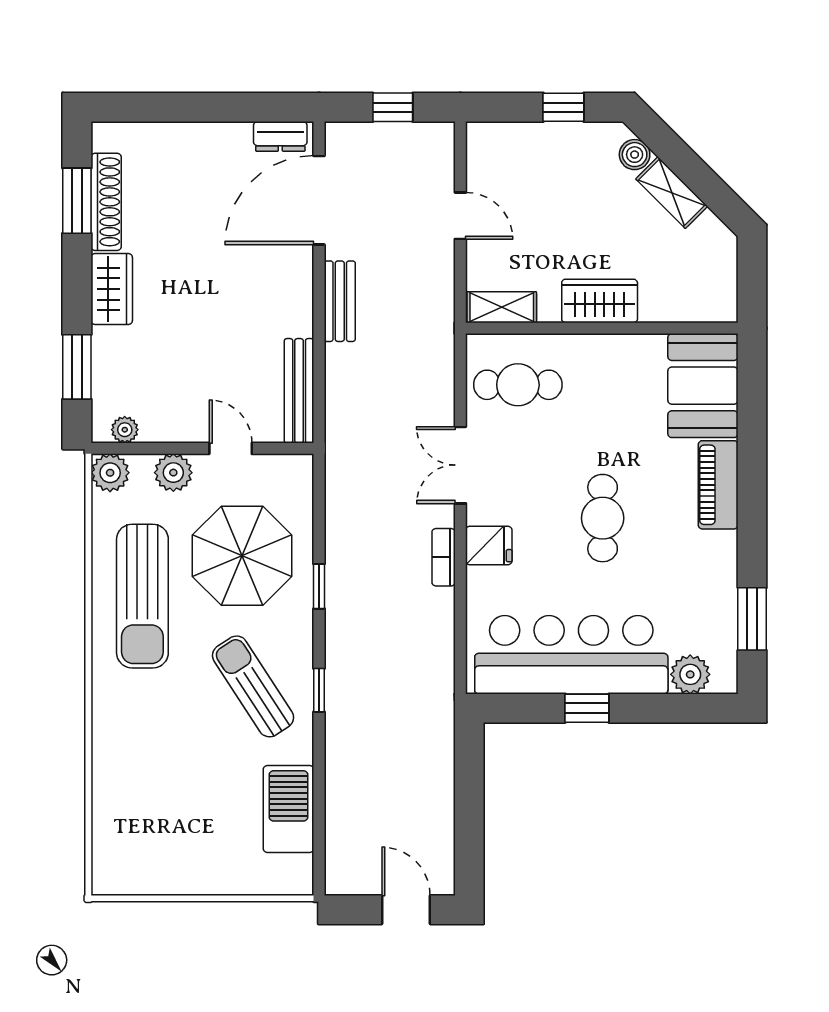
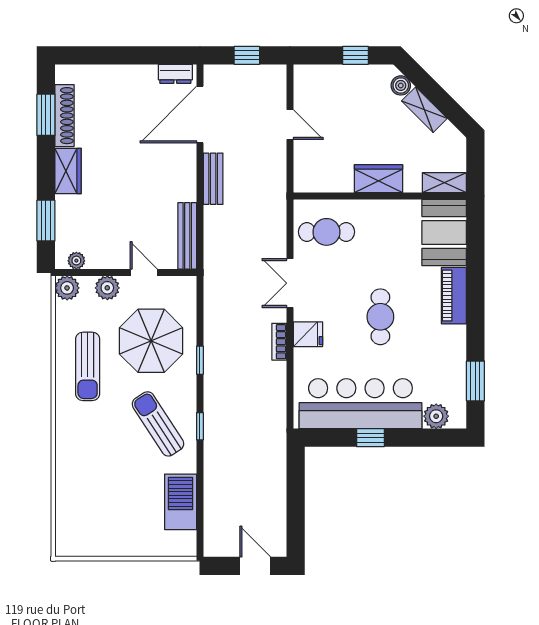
shelving: (502, 307) -> (444, 183), moved
sun lounger: (142, 596) -> (88, 366), width x0.73, depth x0.75

